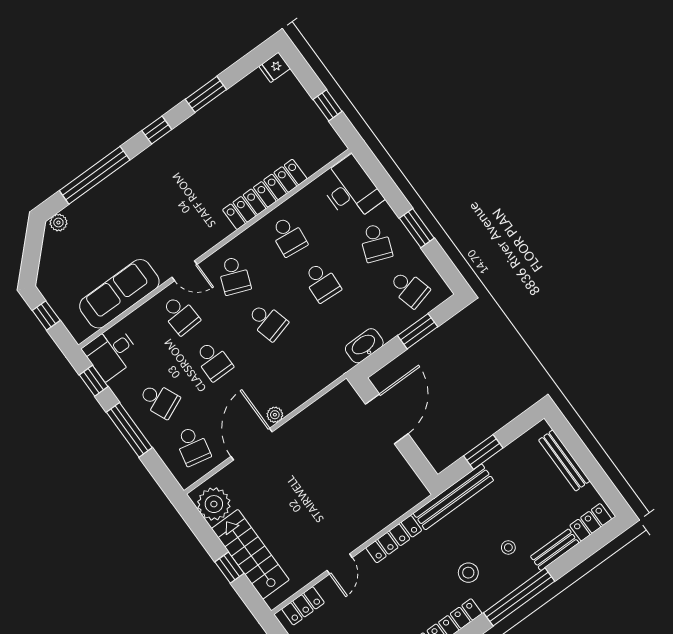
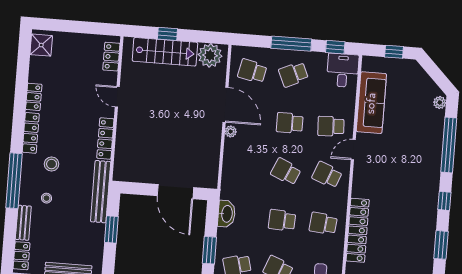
school desk: (268, 321) -> (286, 172), turned 39

